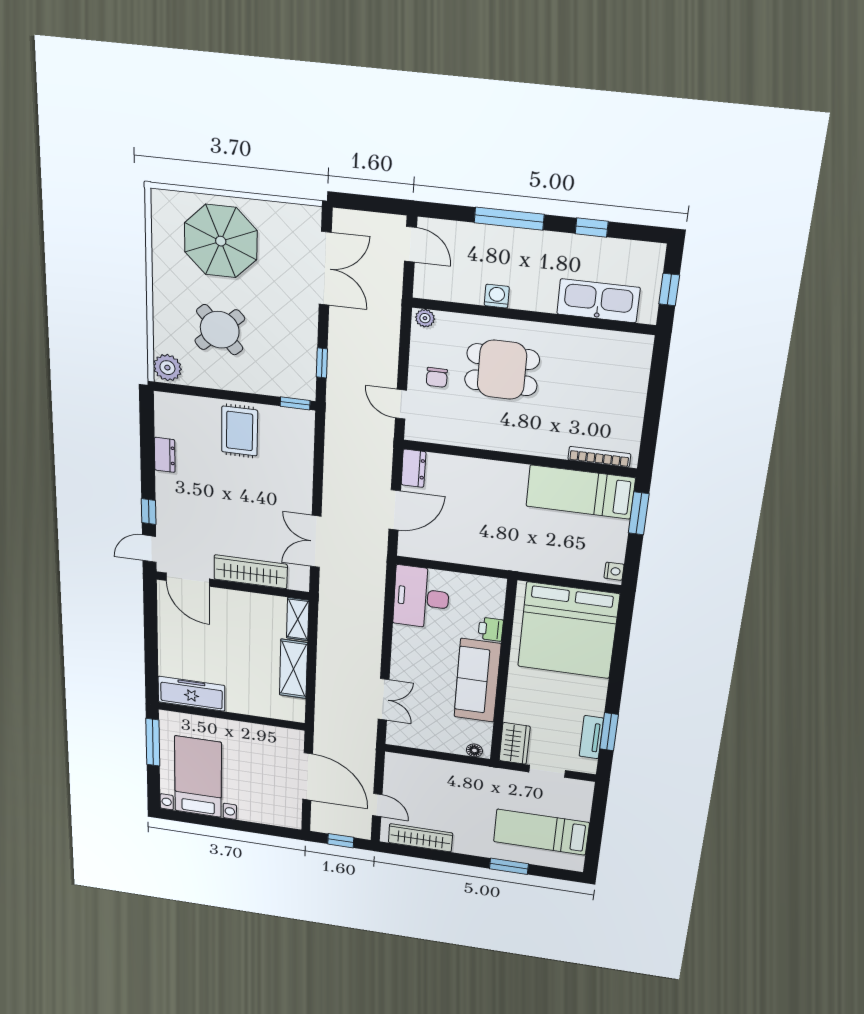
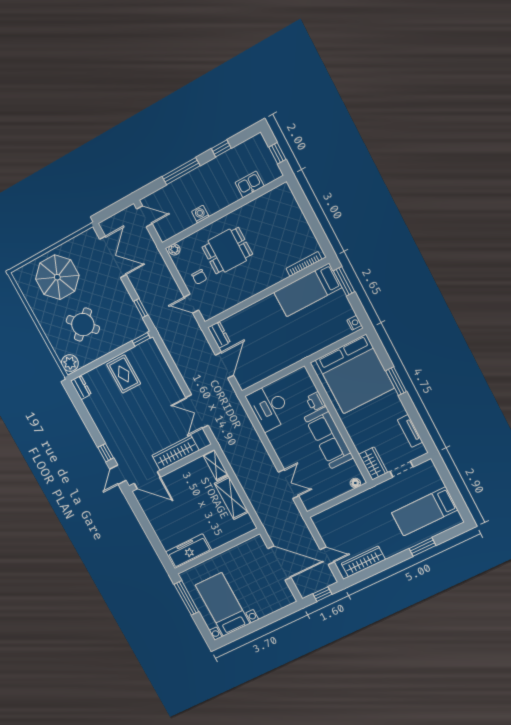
kitchen sink: (598, 301) -> (250, 184), width x0.53, depth x0.81
dresser: (165, 455) -> (81, 387), moved
window: (609, 732) -> (396, 381), moved

